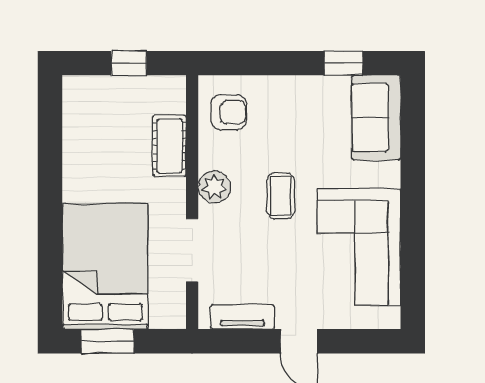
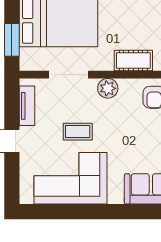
coffee table: (281, 196) -> (78, 132), moved
window: (108, 341) -> (12, 40), moved

